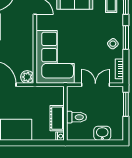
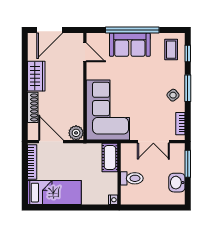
double door: (95, 85) -> (153, 142), swing flipped
cot: (57, 118) -> (110, 157), moved
washbasin: (102, 133) -> (177, 183), moved, turned -90

